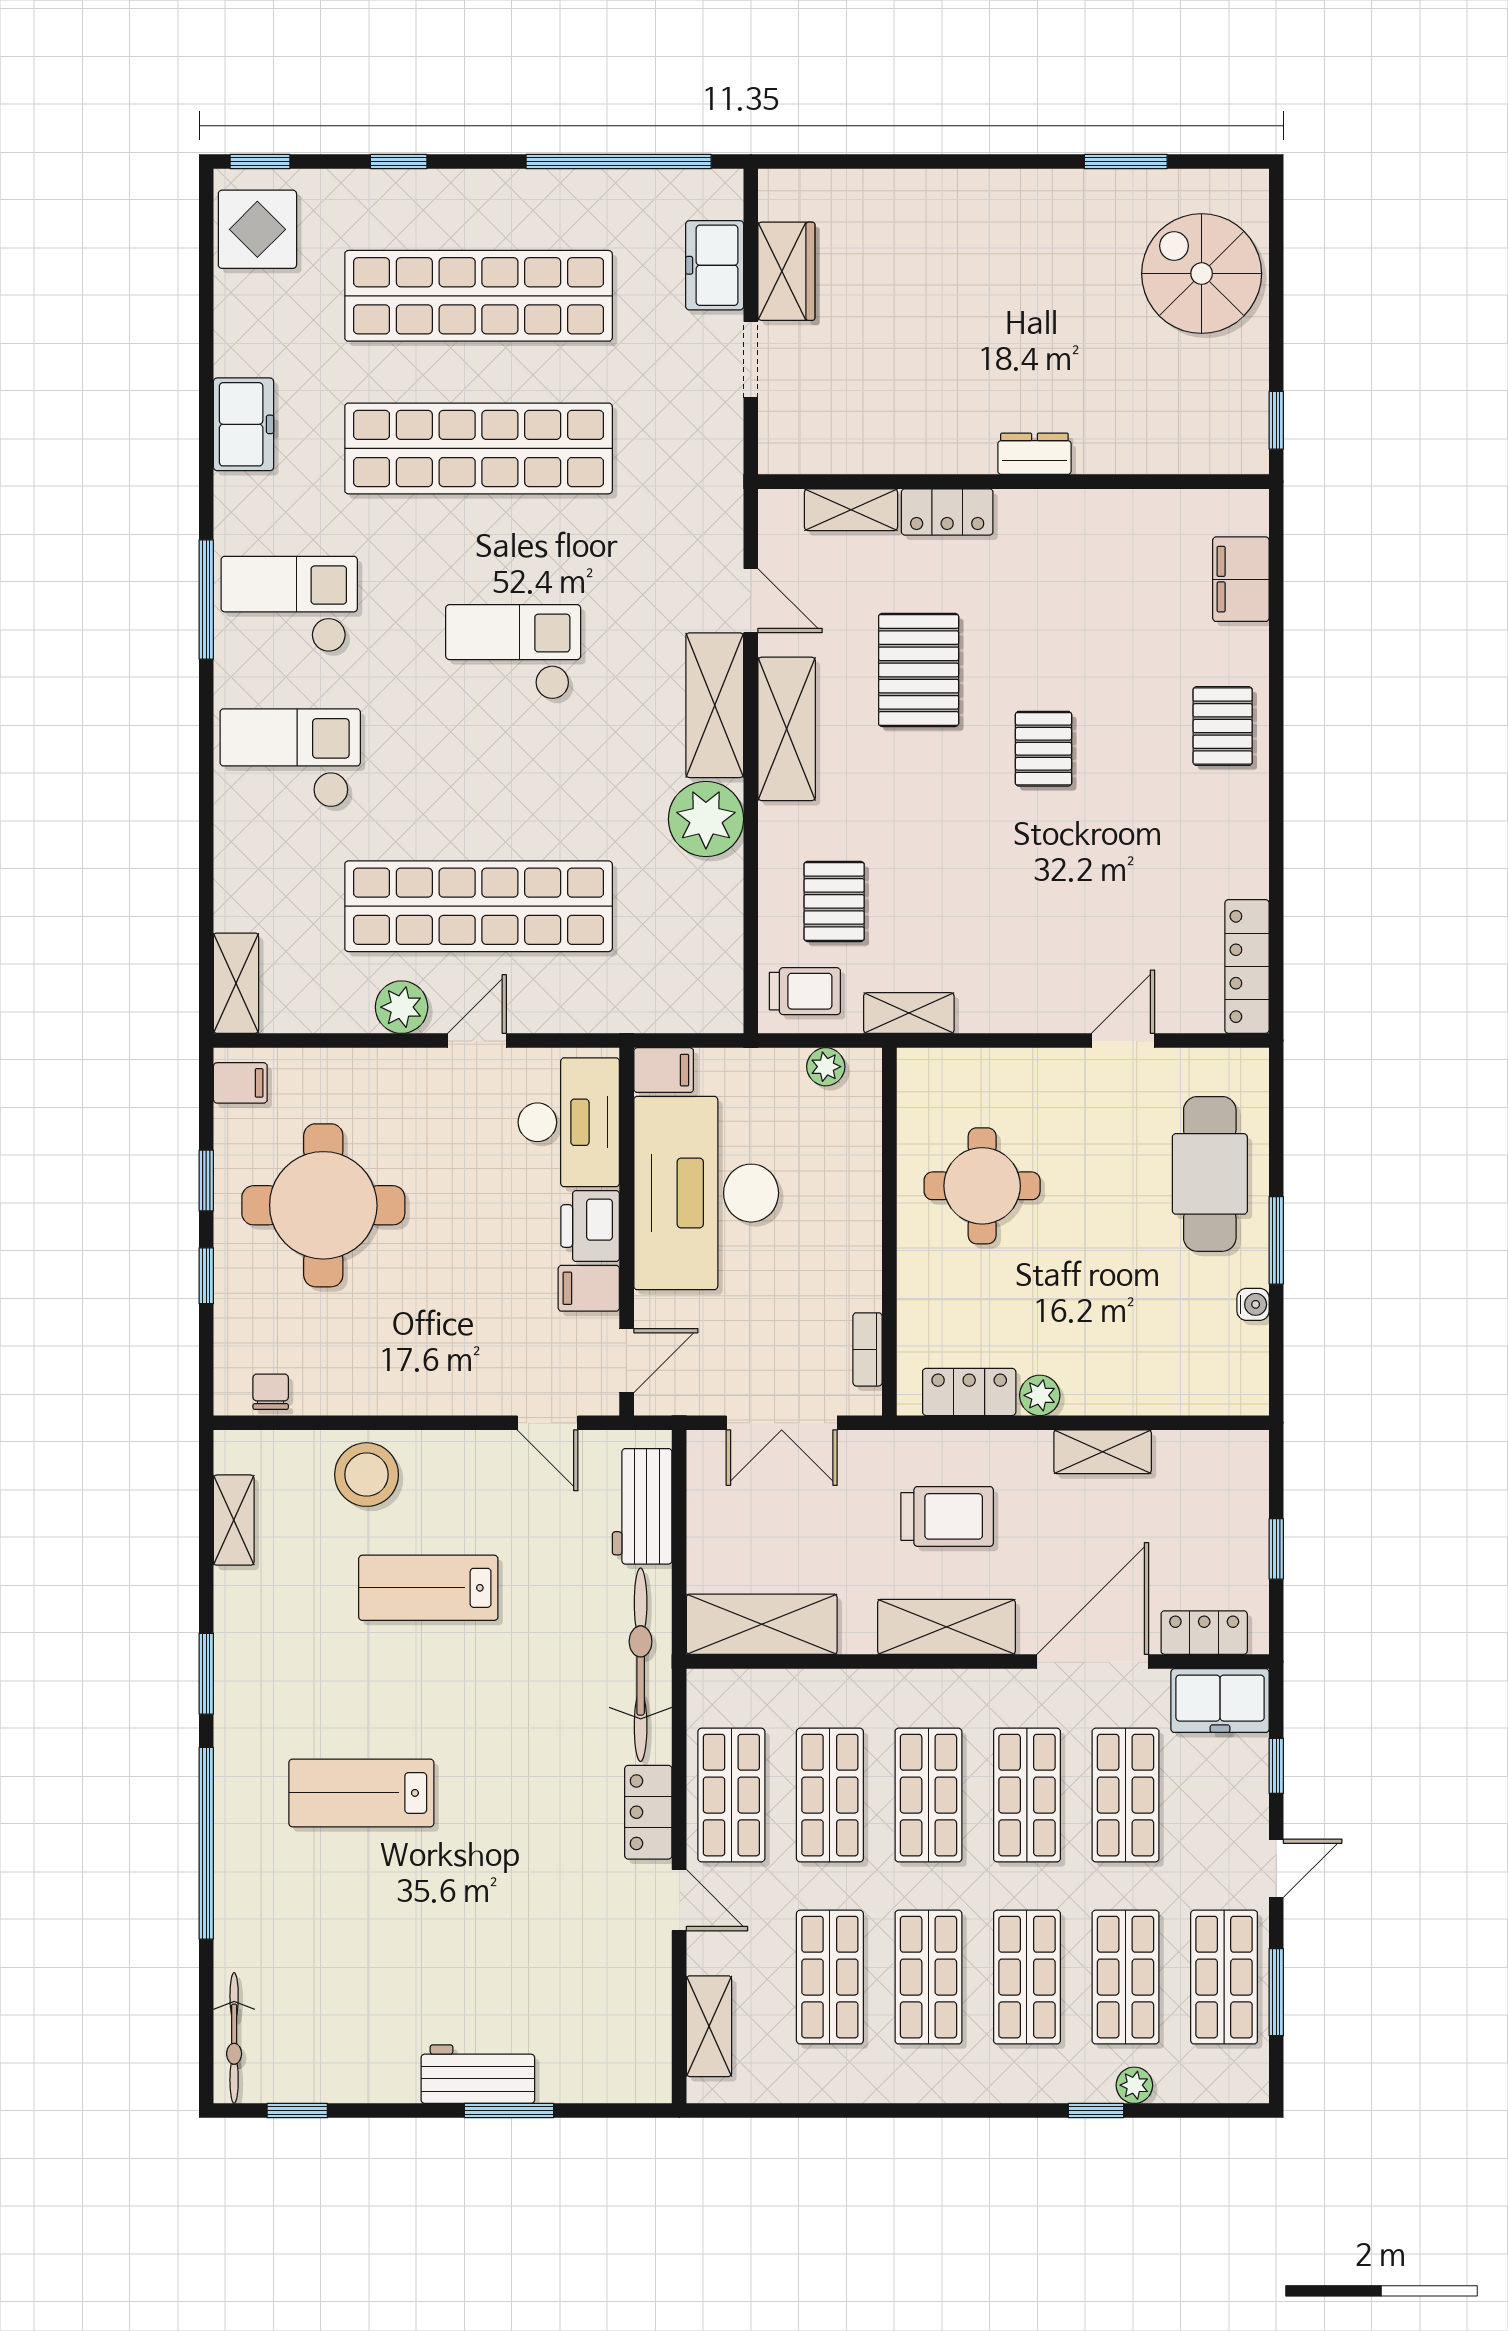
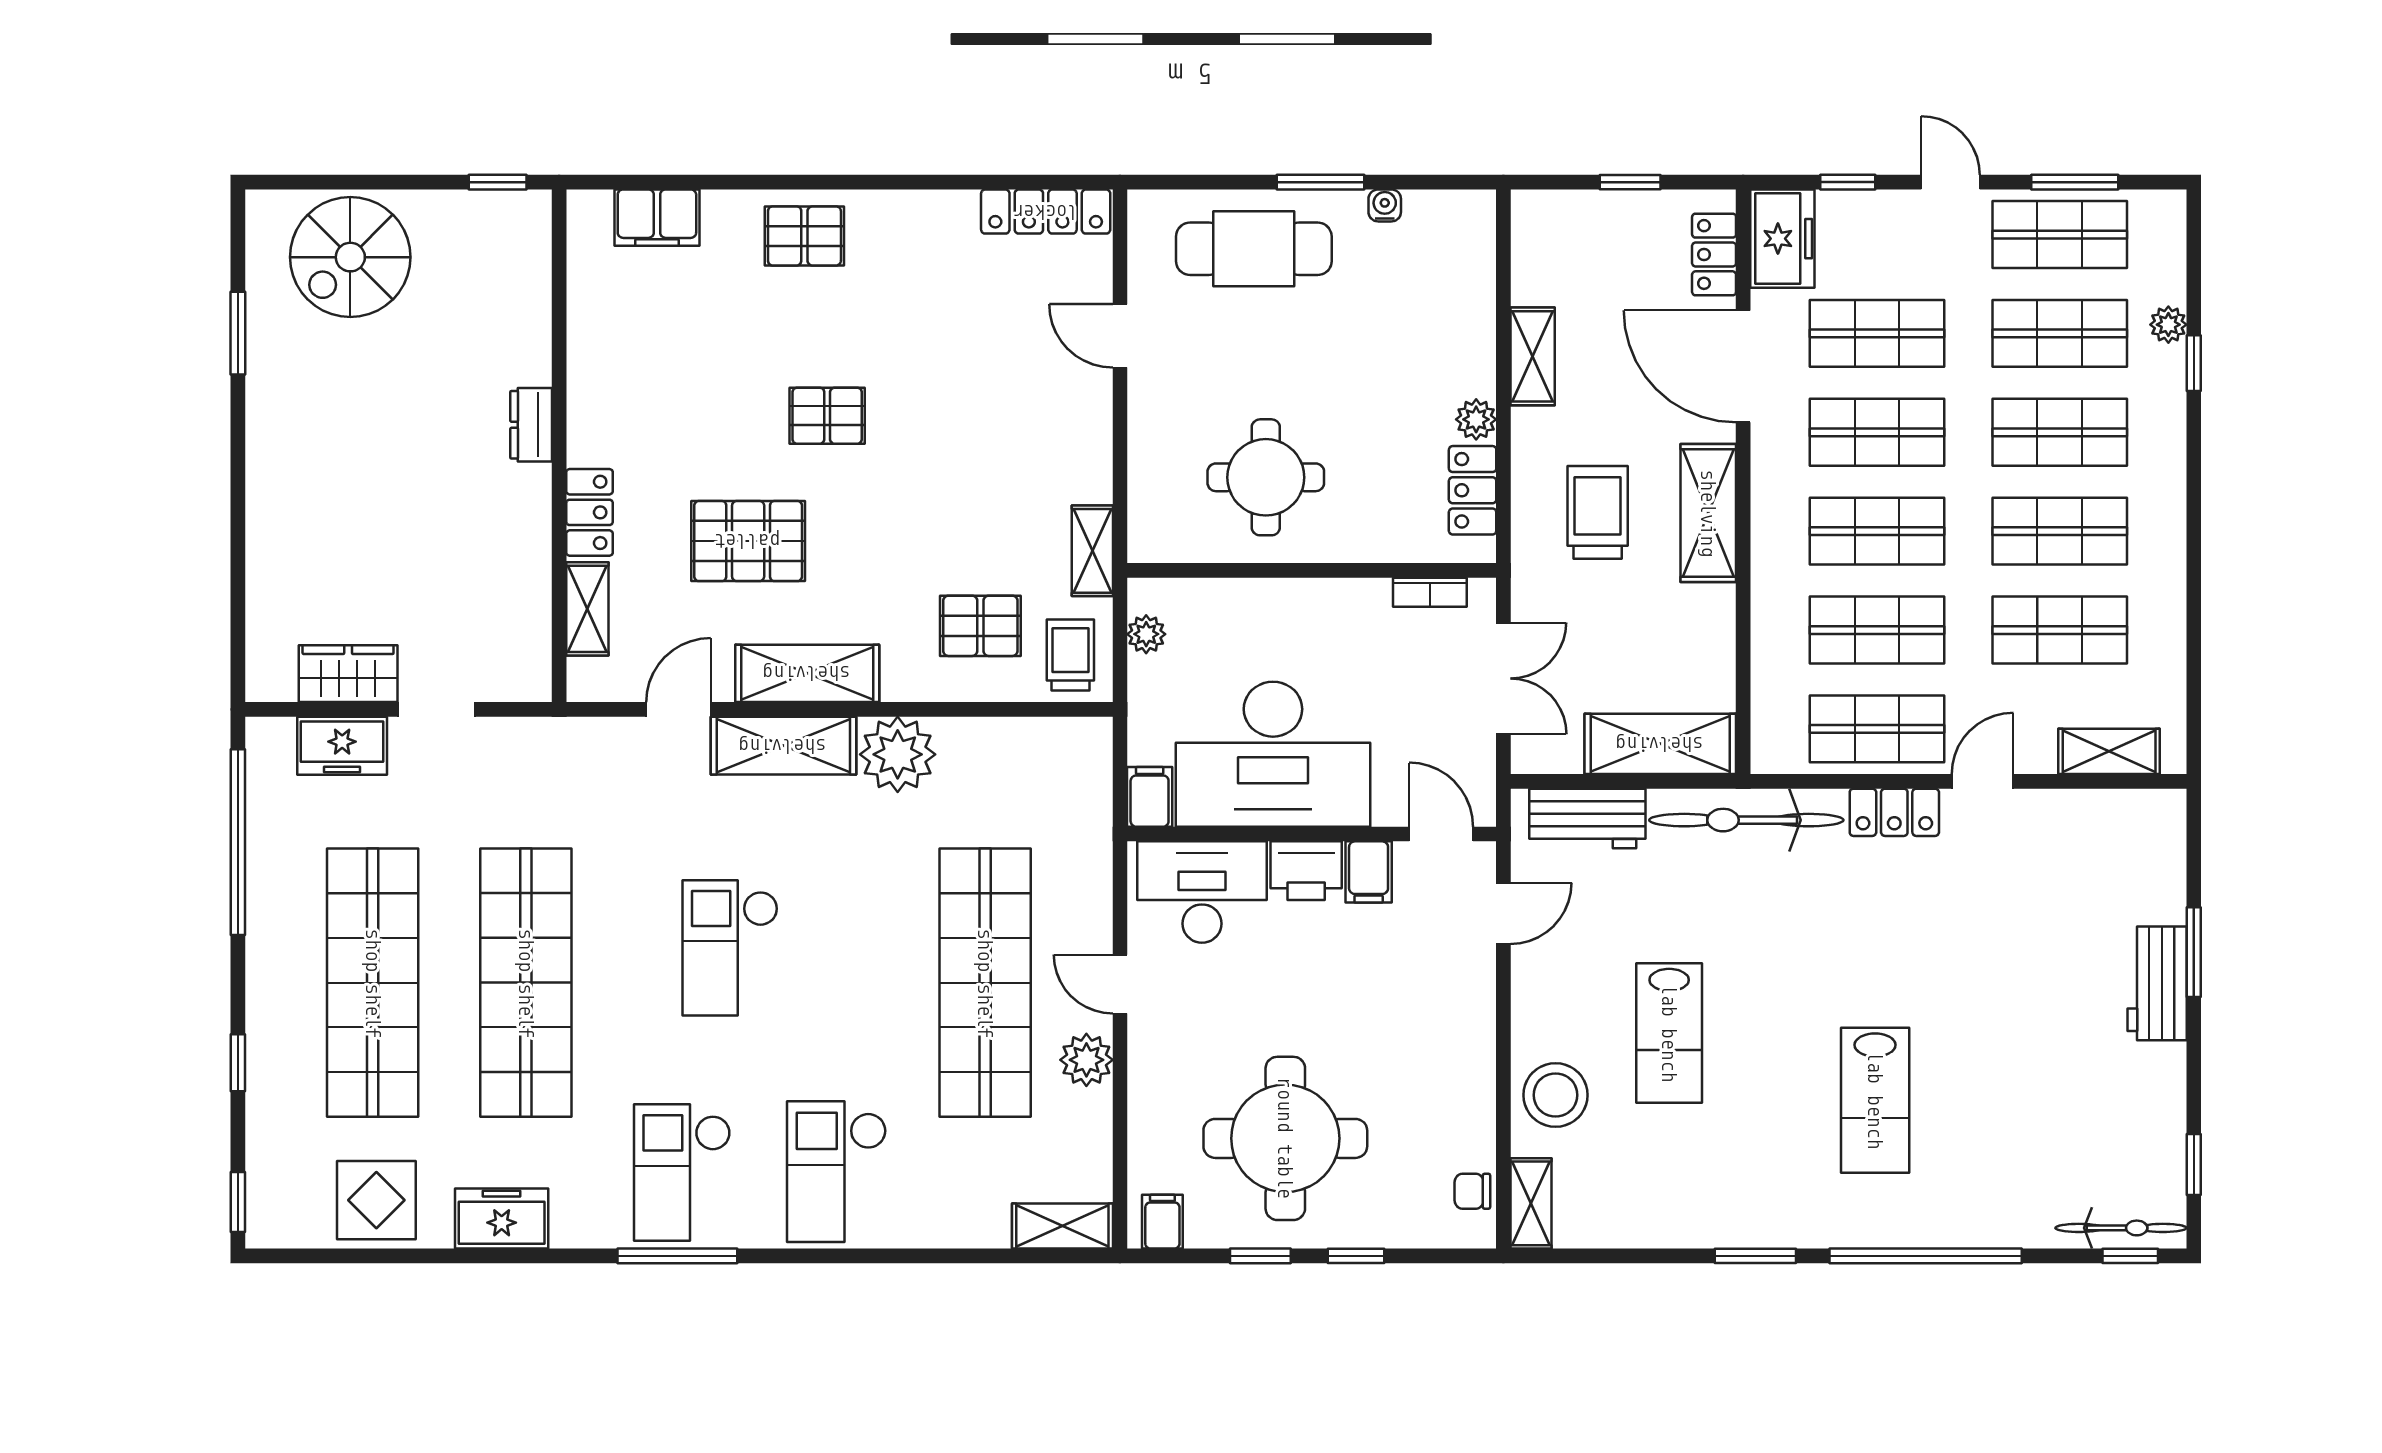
display table: (257, 229) -> (376, 1200), moved
shelving: (234, 1520) -> (1531, 1203), moved, turned 90
shelving: (762, 1624) -> (1660, 744), moved, turned 90
window: (206, 2047) -> (2130, 1256), added

